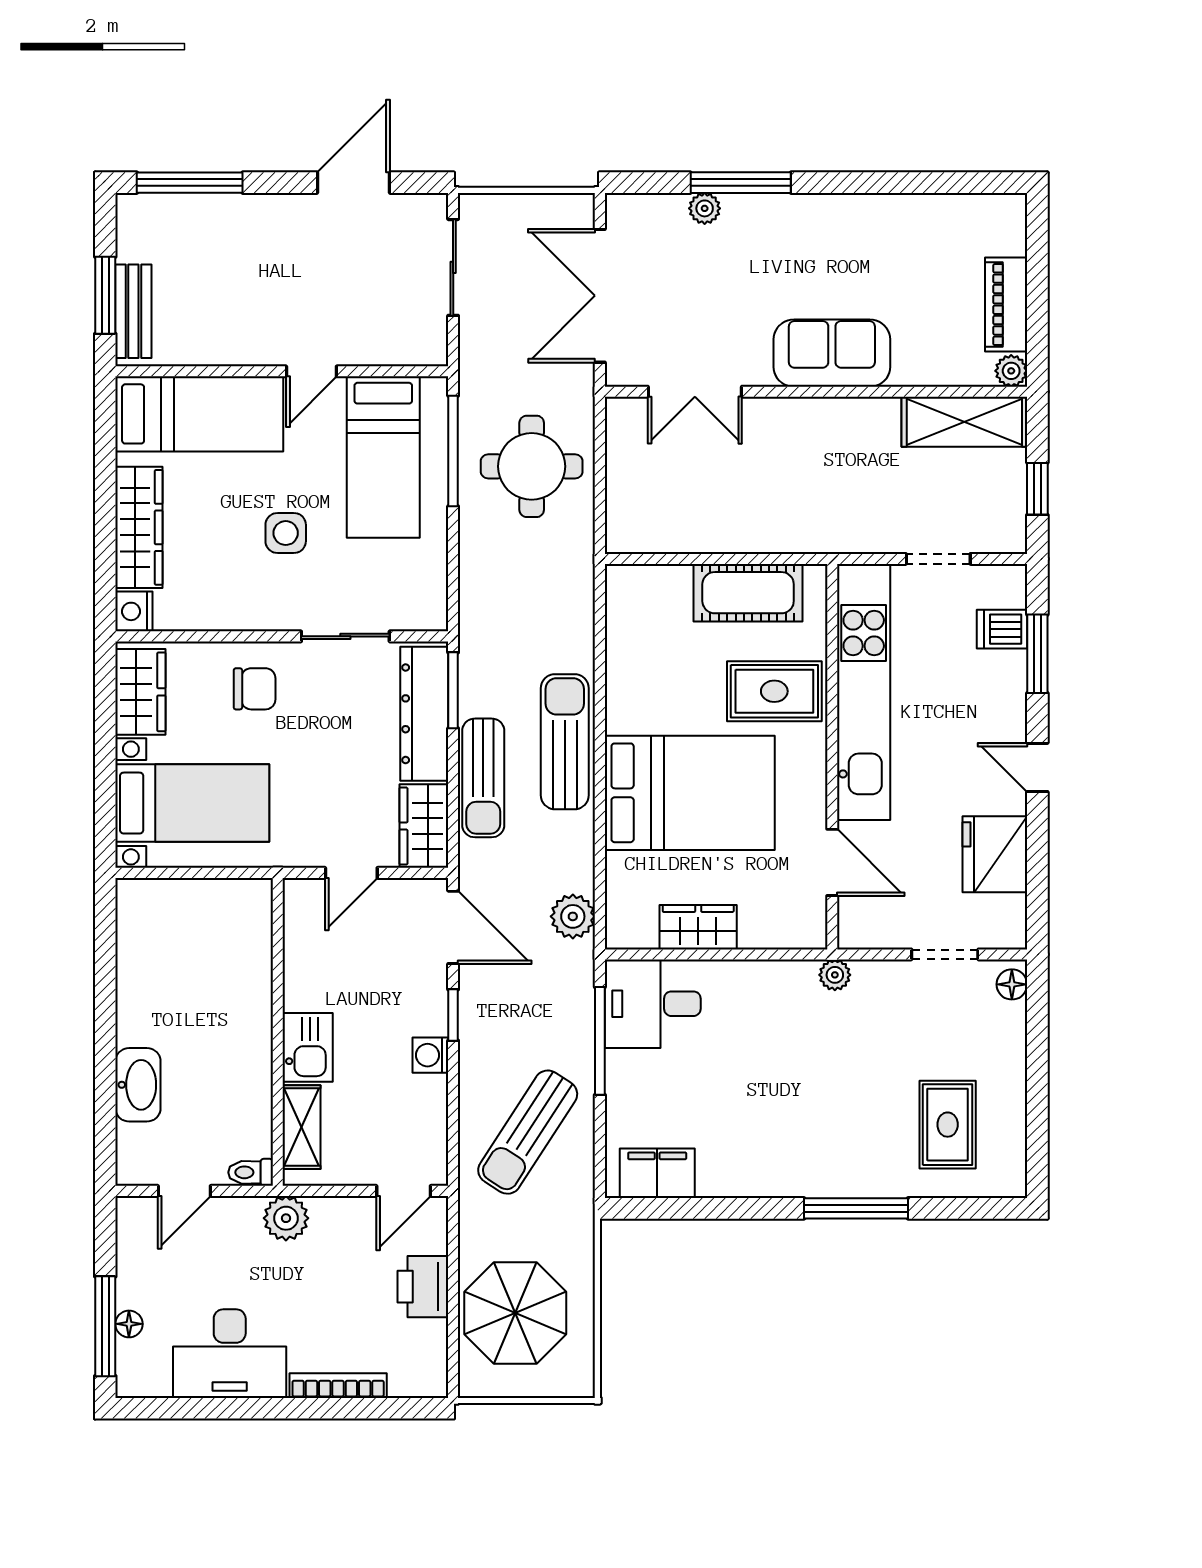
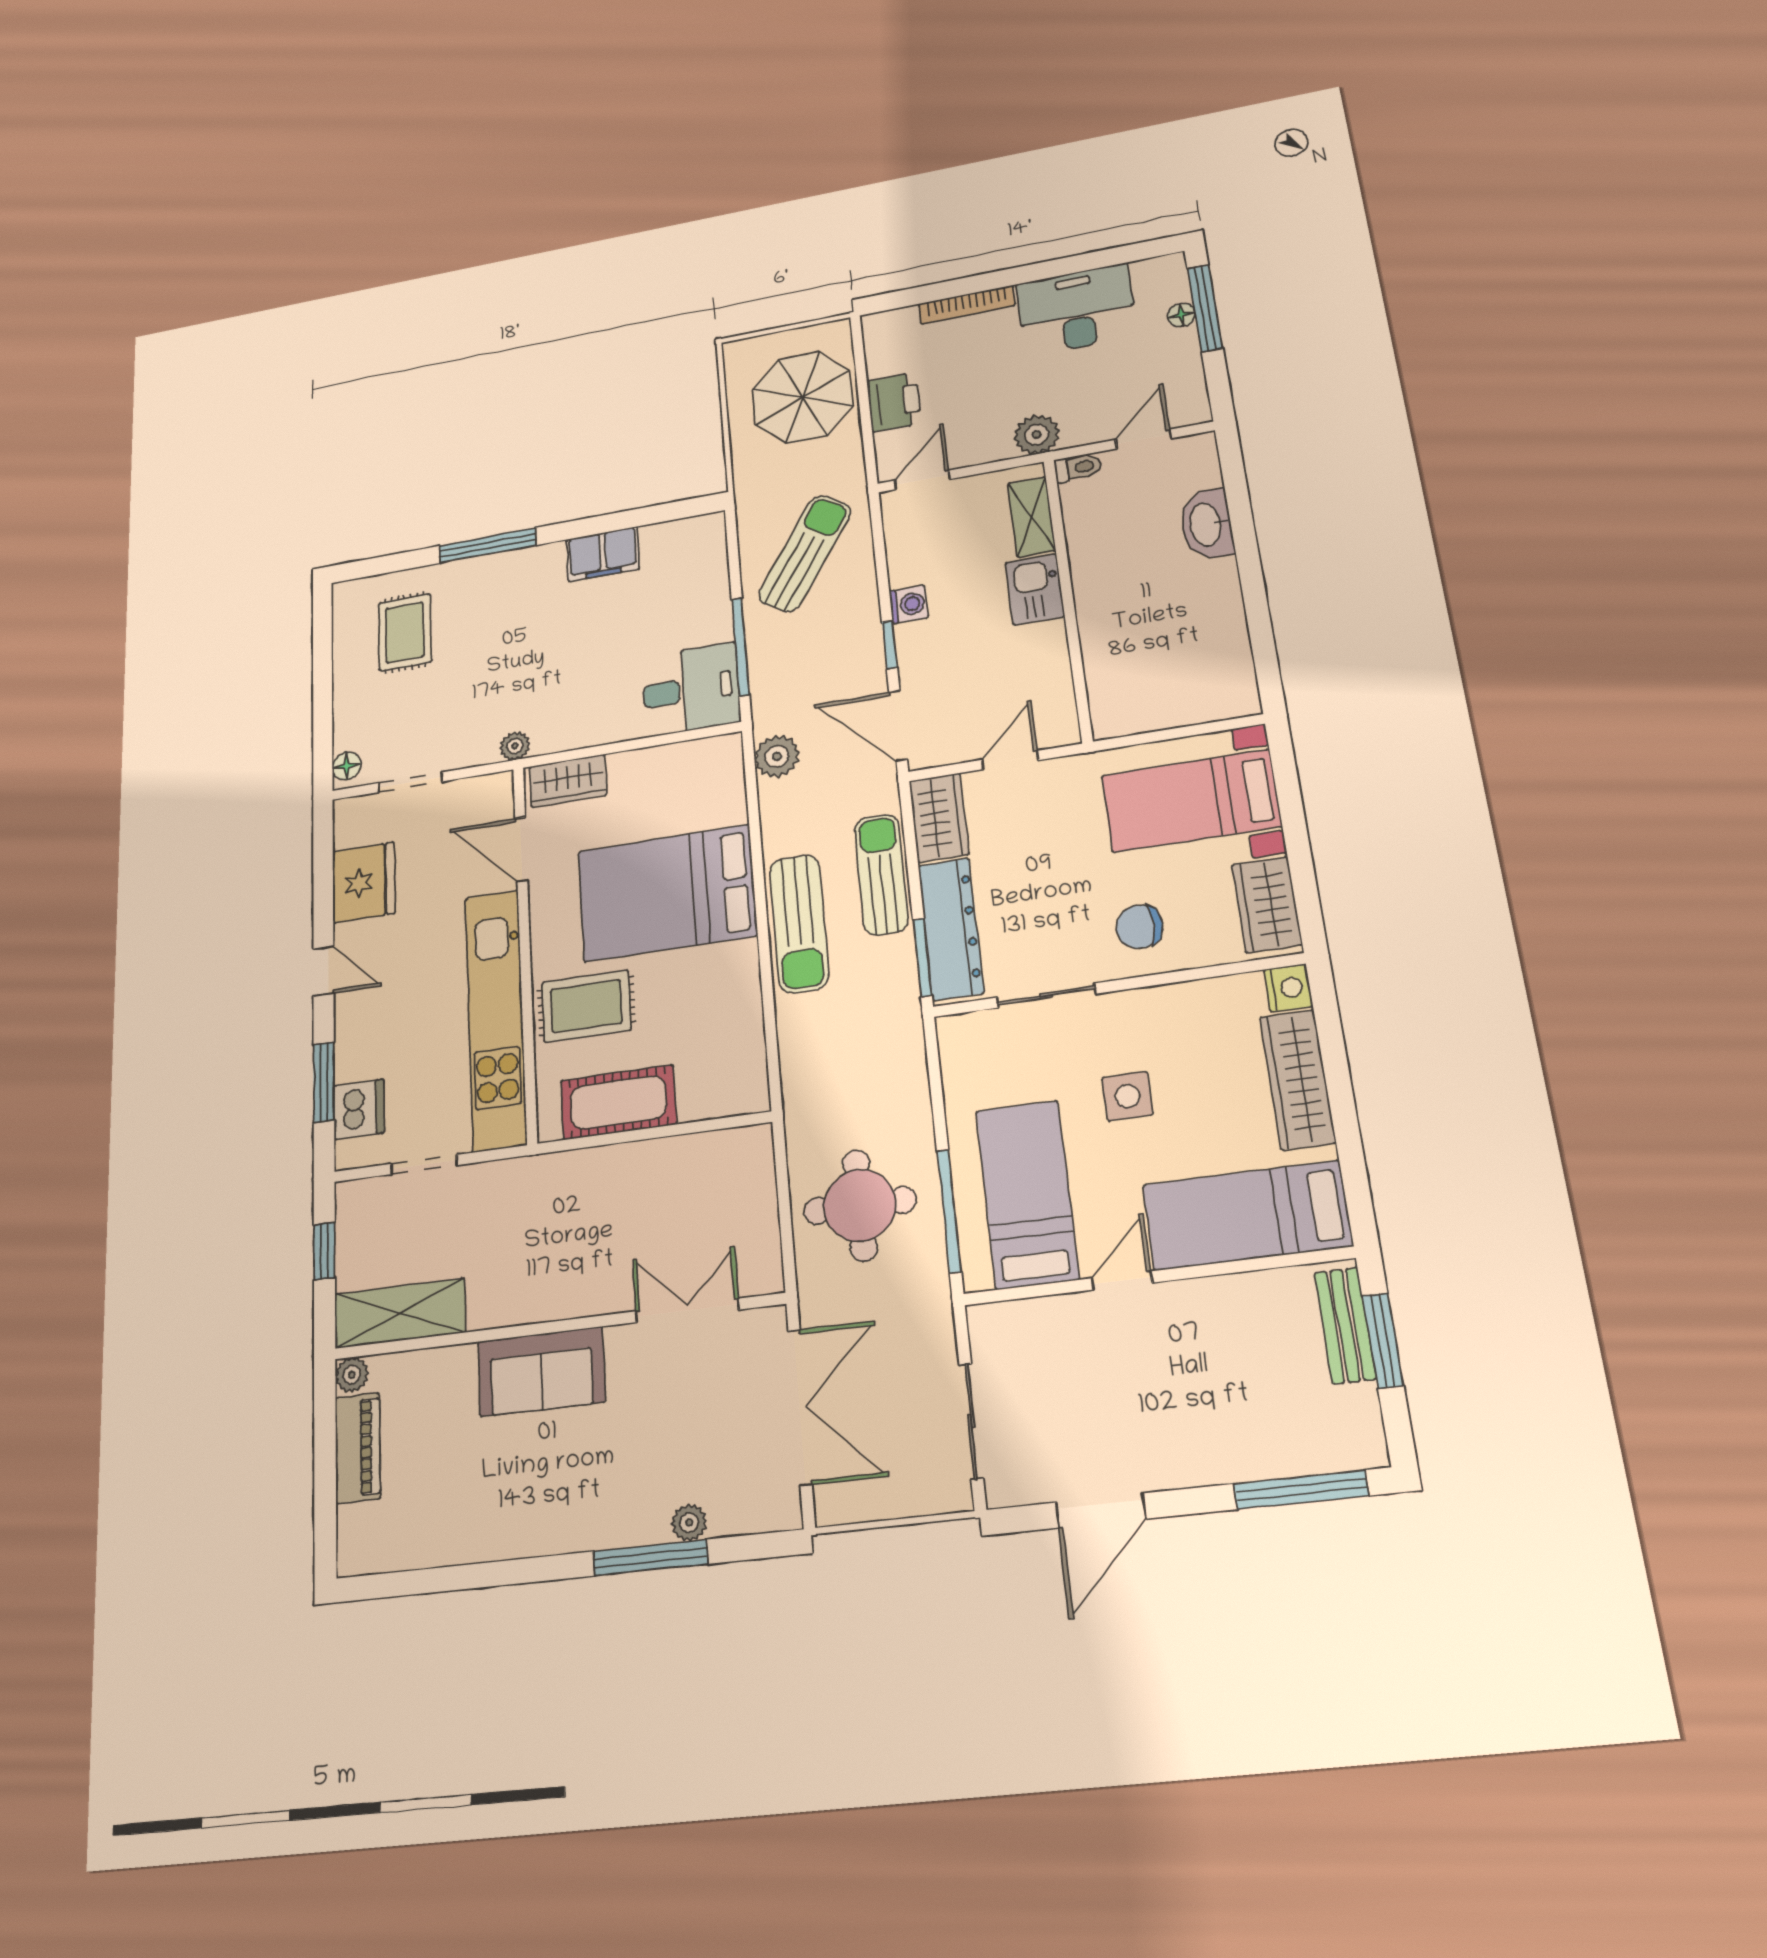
dishwasher: (1002, 629) -> (359, 1109), width x1.38
wardrobe: (698, 927) -> (568, 781), moved
filing cabinet: (657, 1173) -> (603, 554), moved

